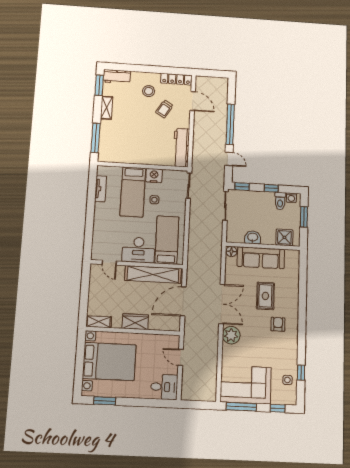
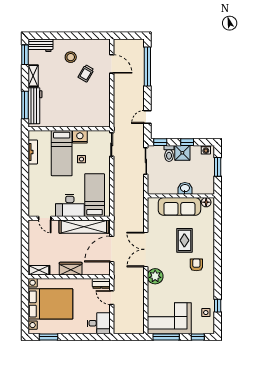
locker: (176, 79) -> (95, 44), removed
window: (230, 124) -> (147, 66), moved
workbench: (181, 148) -> (35, 106), moved, turned 180
door: (229, 159) -> (147, 117), swing flipped
toilet: (280, 201) -> (169, 153), moved
washbasin: (253, 237) -> (185, 188), moved
shower: (284, 237) -> (182, 153), moved
floor lamp: (231, 251) -> (206, 202), moved
double door: (222, 304) -> (146, 249), swing flipped
dresser: (169, 340) -> (101, 283), added

